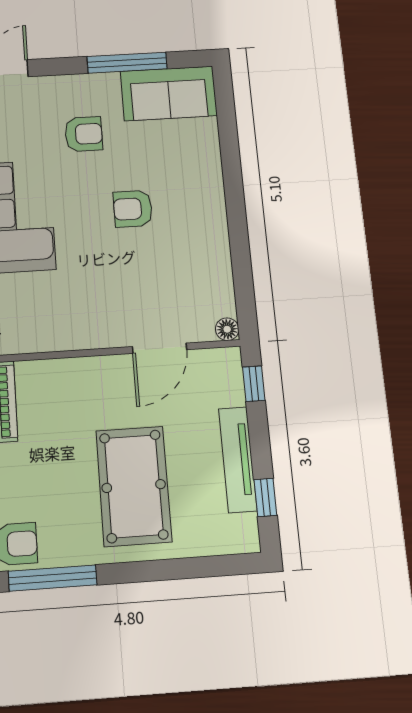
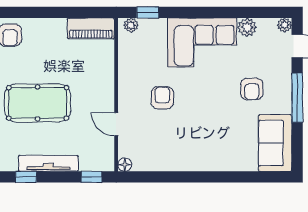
window: (127, 63) -> (297, 98), moved
armchair: (133, 209) -> (162, 98), moved
door: (159, 348) -> (116, 124), width x0.73

